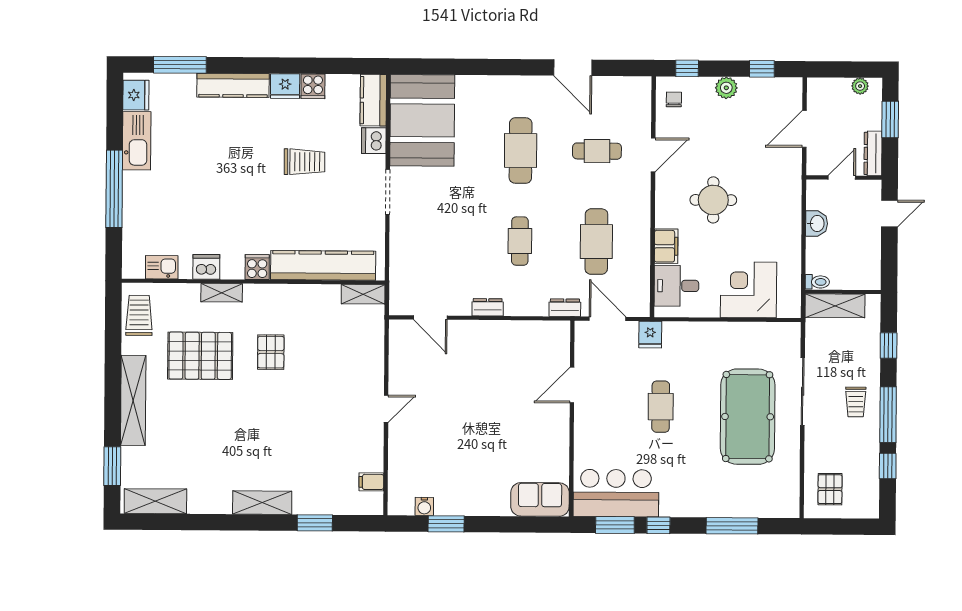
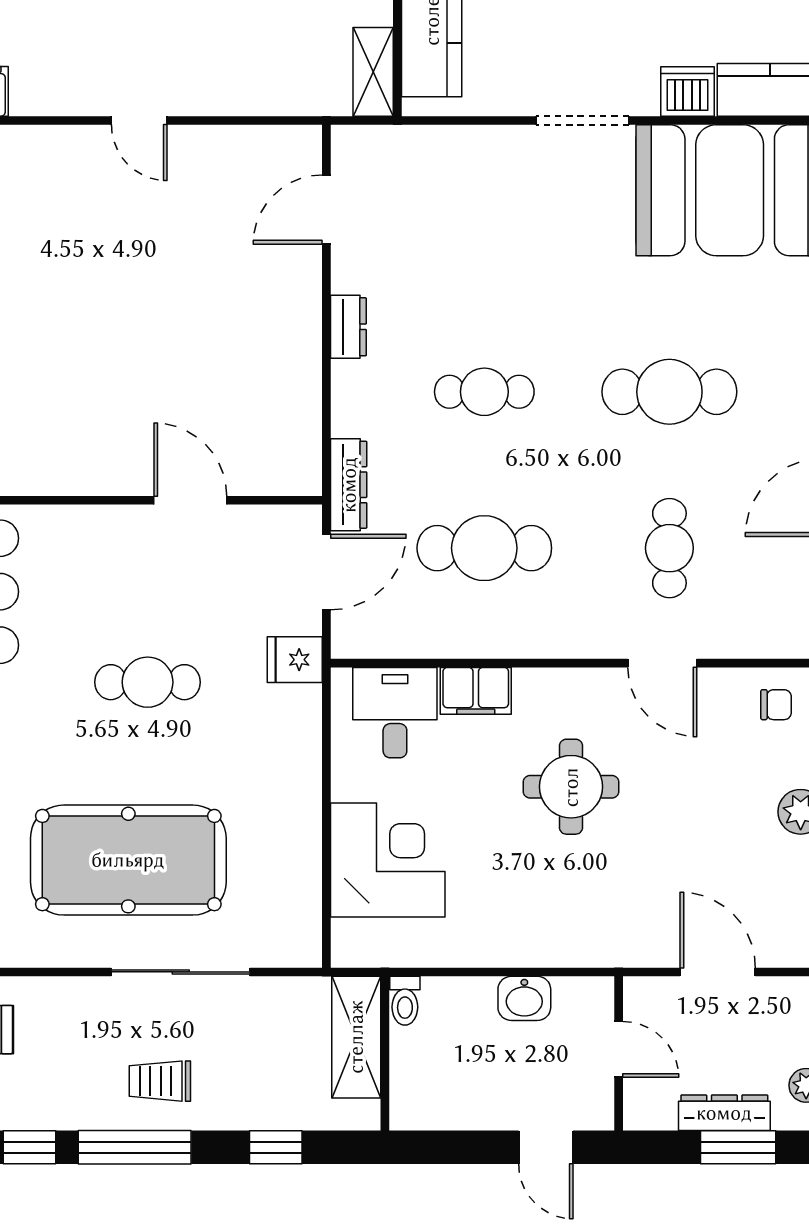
dresser: (873, 153) -> (724, 1113), moved
dresser: (565, 308) -> (349, 485), width x1.44

